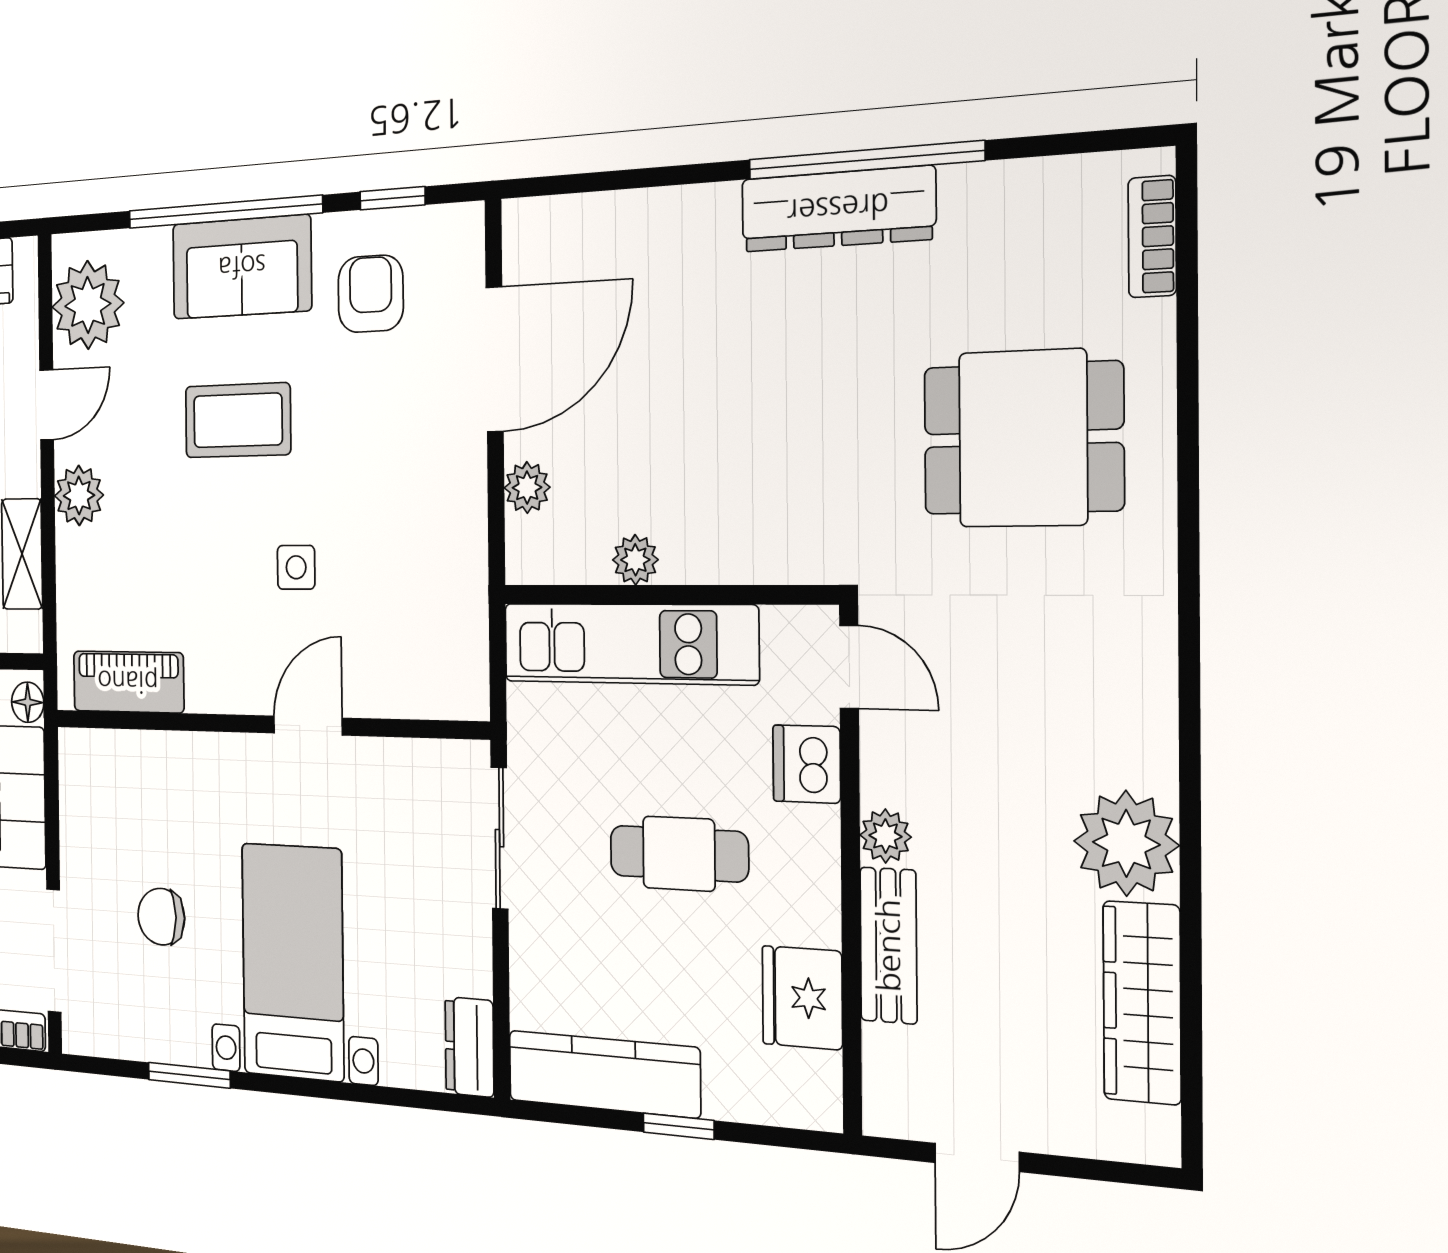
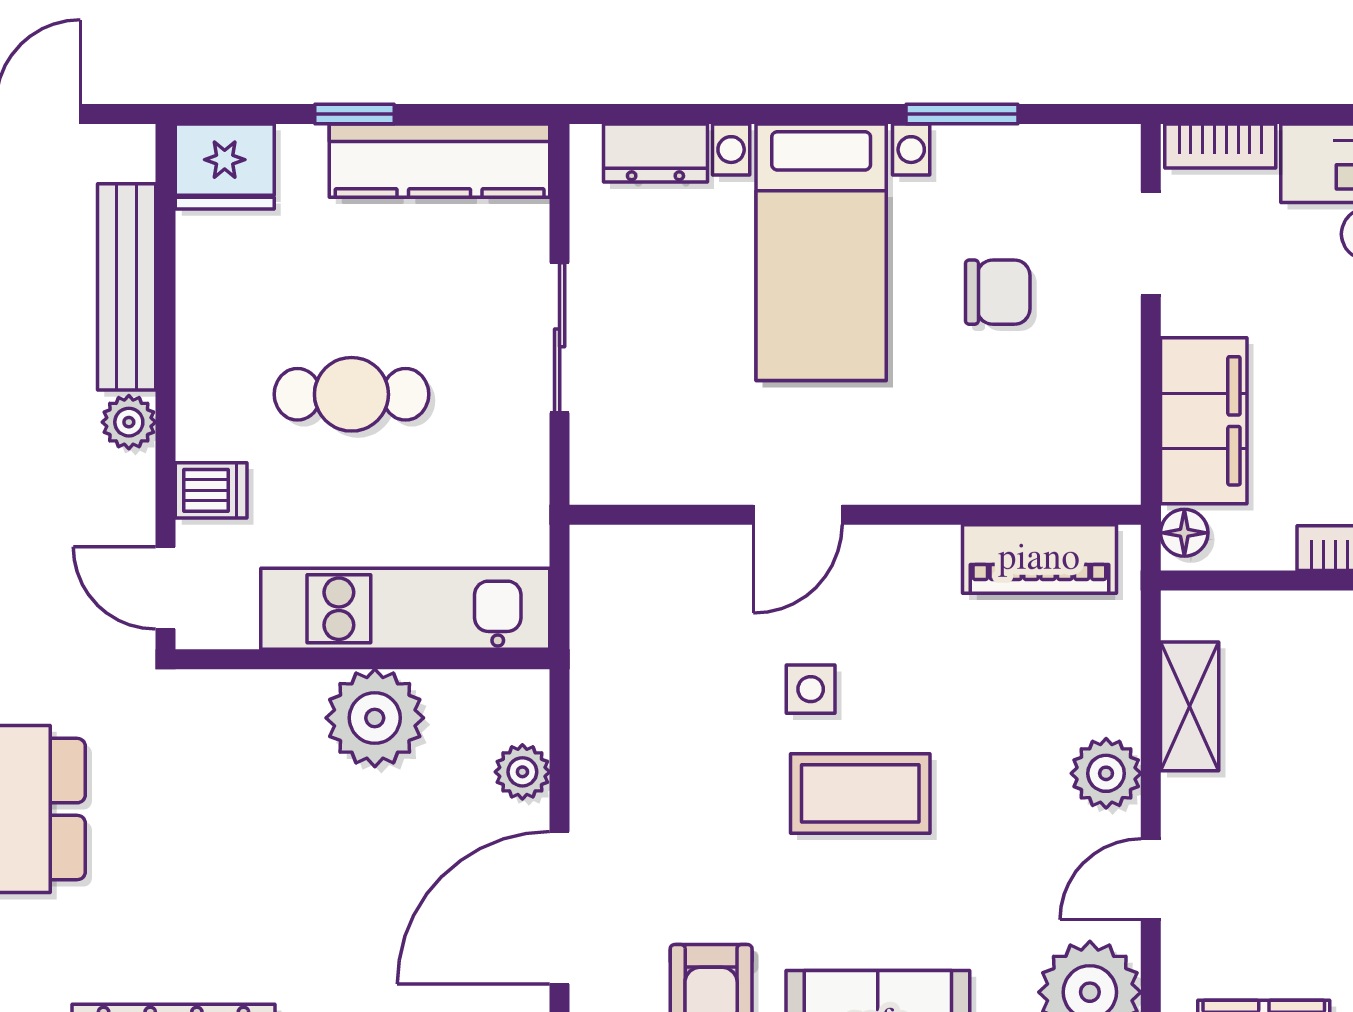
coffee table: (238, 420) -> (860, 793), moved
plant: (635, 560) -> (375, 718), width x1.87, depth x1.87
dishwasher: (807, 764) -> (211, 490), width x0.73
sliding door: (499, 838) -> (560, 338), moved
bench: (888, 945) -> (127, 287), width x1.36
doorway: (54, 951) -> (1151, 243), width x0.73
fridge: (802, 998) -> (225, 166), moved, turned 90
dresser: (469, 1047) -> (655, 153), moved, turned 90

